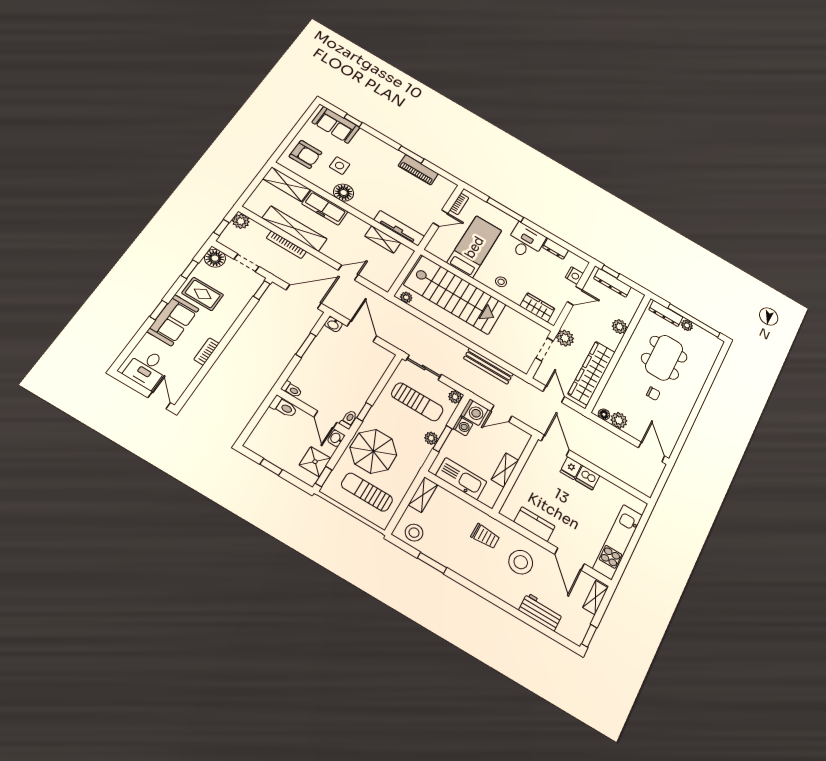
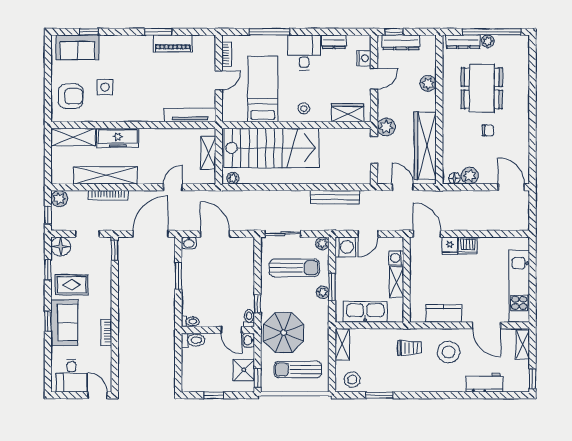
floor lamp: (344, 193) -> (124, 112), removed
shelving: (383, 239) -> (208, 153), moved, turned 90
washing machine: (463, 426) -> (396, 258), moved, turned 180

